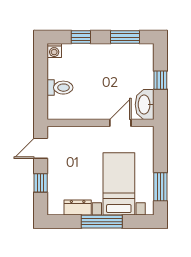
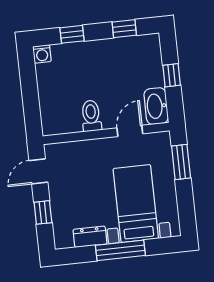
window: (125, 37) -> (124, 29), width x0.67
toilet: (60, 88) -> (91, 116), moved, turned -90
window: (160, 187) -> (181, 162), moved

